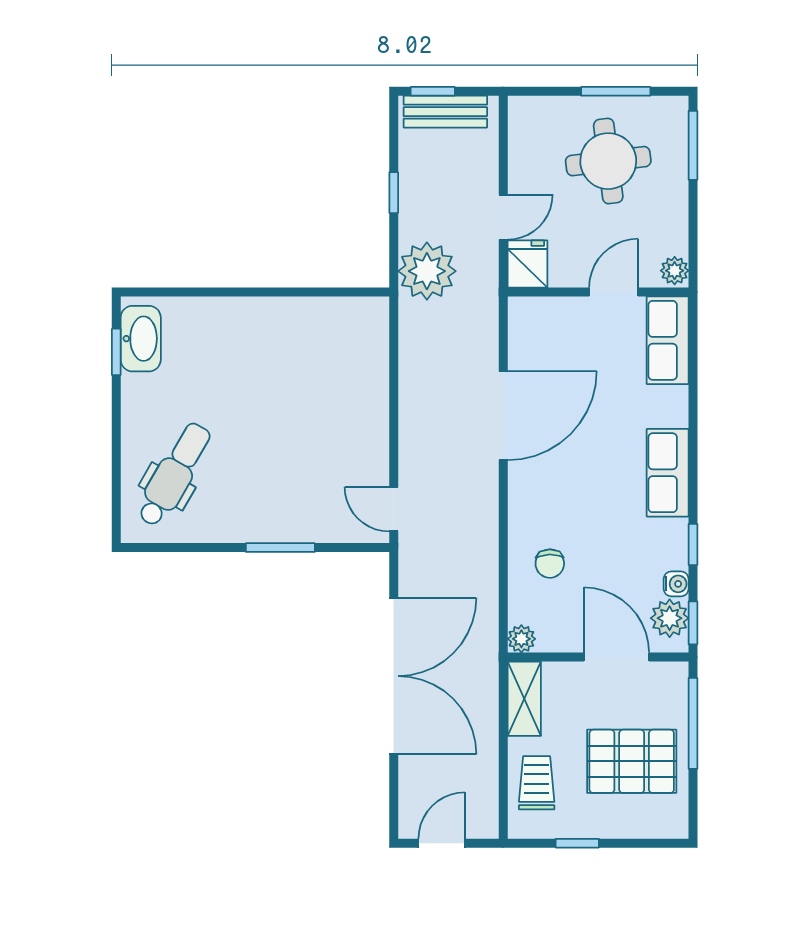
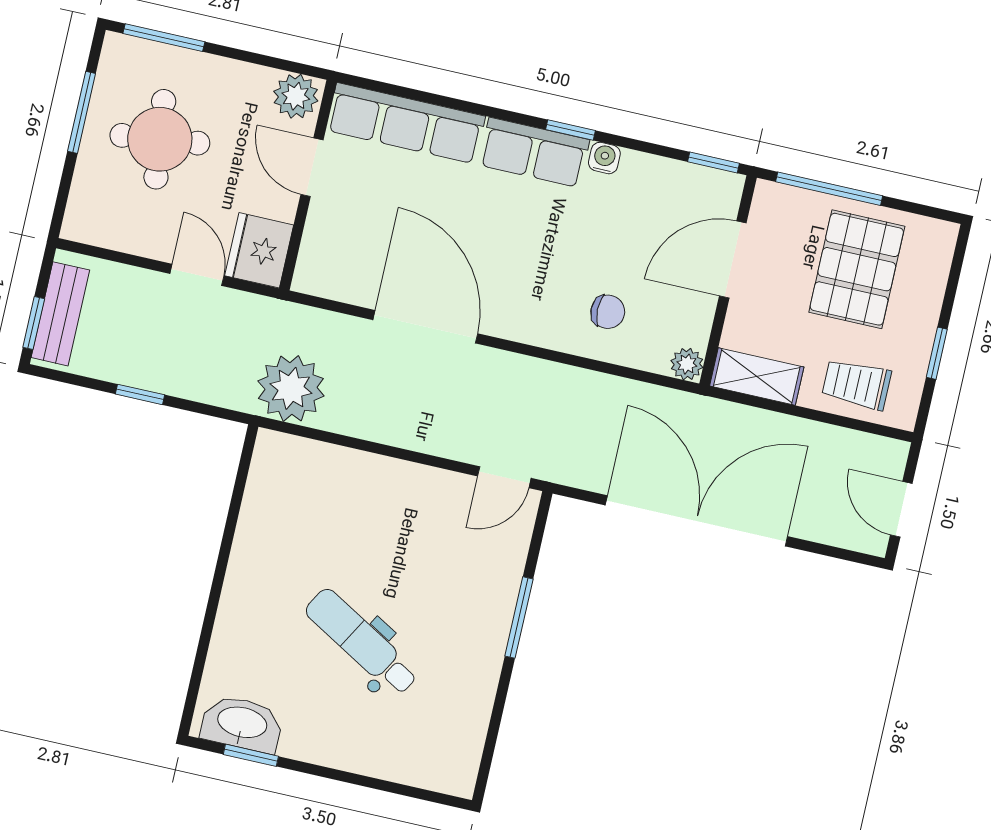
fridge: (527, 264) -> (259, 250), width x1.38
plant: (427, 271) -> (291, 388), moved
plant: (675, 271) -> (296, 96), width x1.38, depth x1.38
row of seats: (668, 340) -> (406, 123), width x1.48
dental chair: (174, 475) -> (362, 642), moved
window: (693, 544) -> (571, 130), moved
water cooler: (676, 584) -> (604, 158), moved
plant: (670, 618) -> (702, 188), removed

